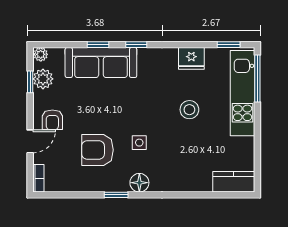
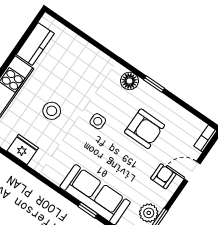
window: (136, 45) -> (58, 190), removed
side table: (139, 143) -> (98, 121), moved
kitchen counter: (234, 182) -> (35, 44), moved, turned -90

